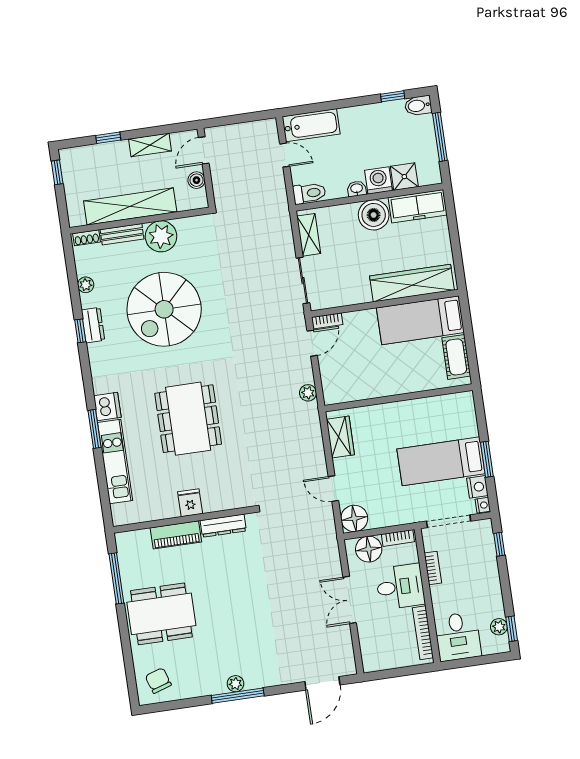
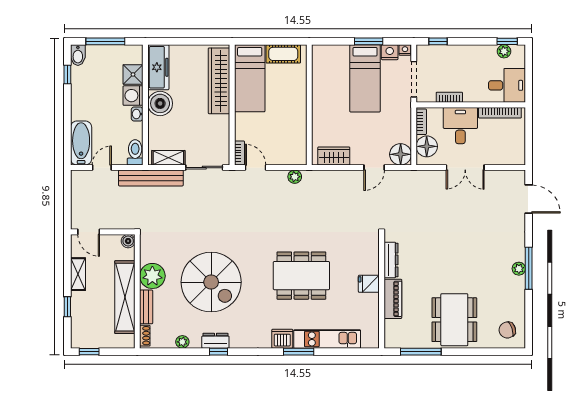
boiler: (196, 180) -> (128, 241), moved
bench: (281, 217) -> (151, 178), added

